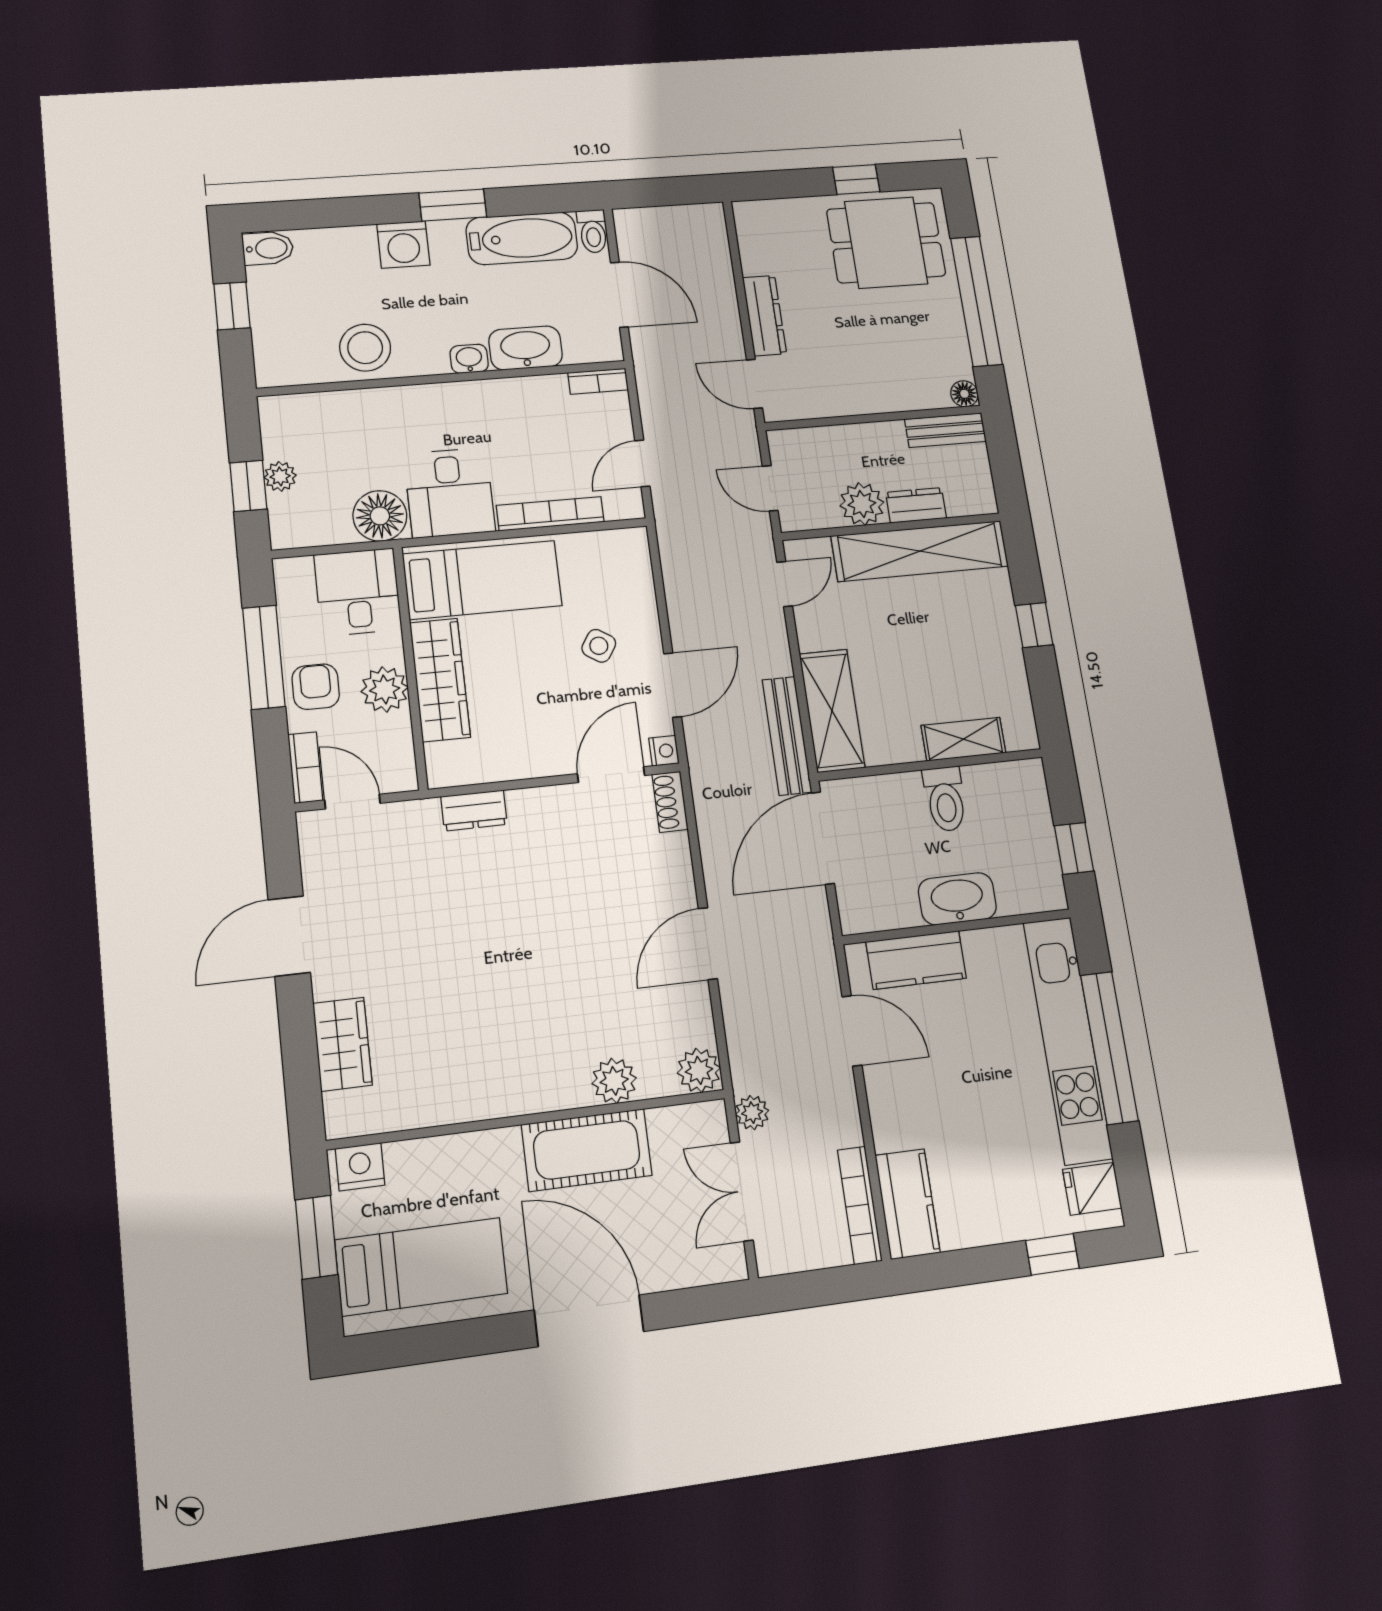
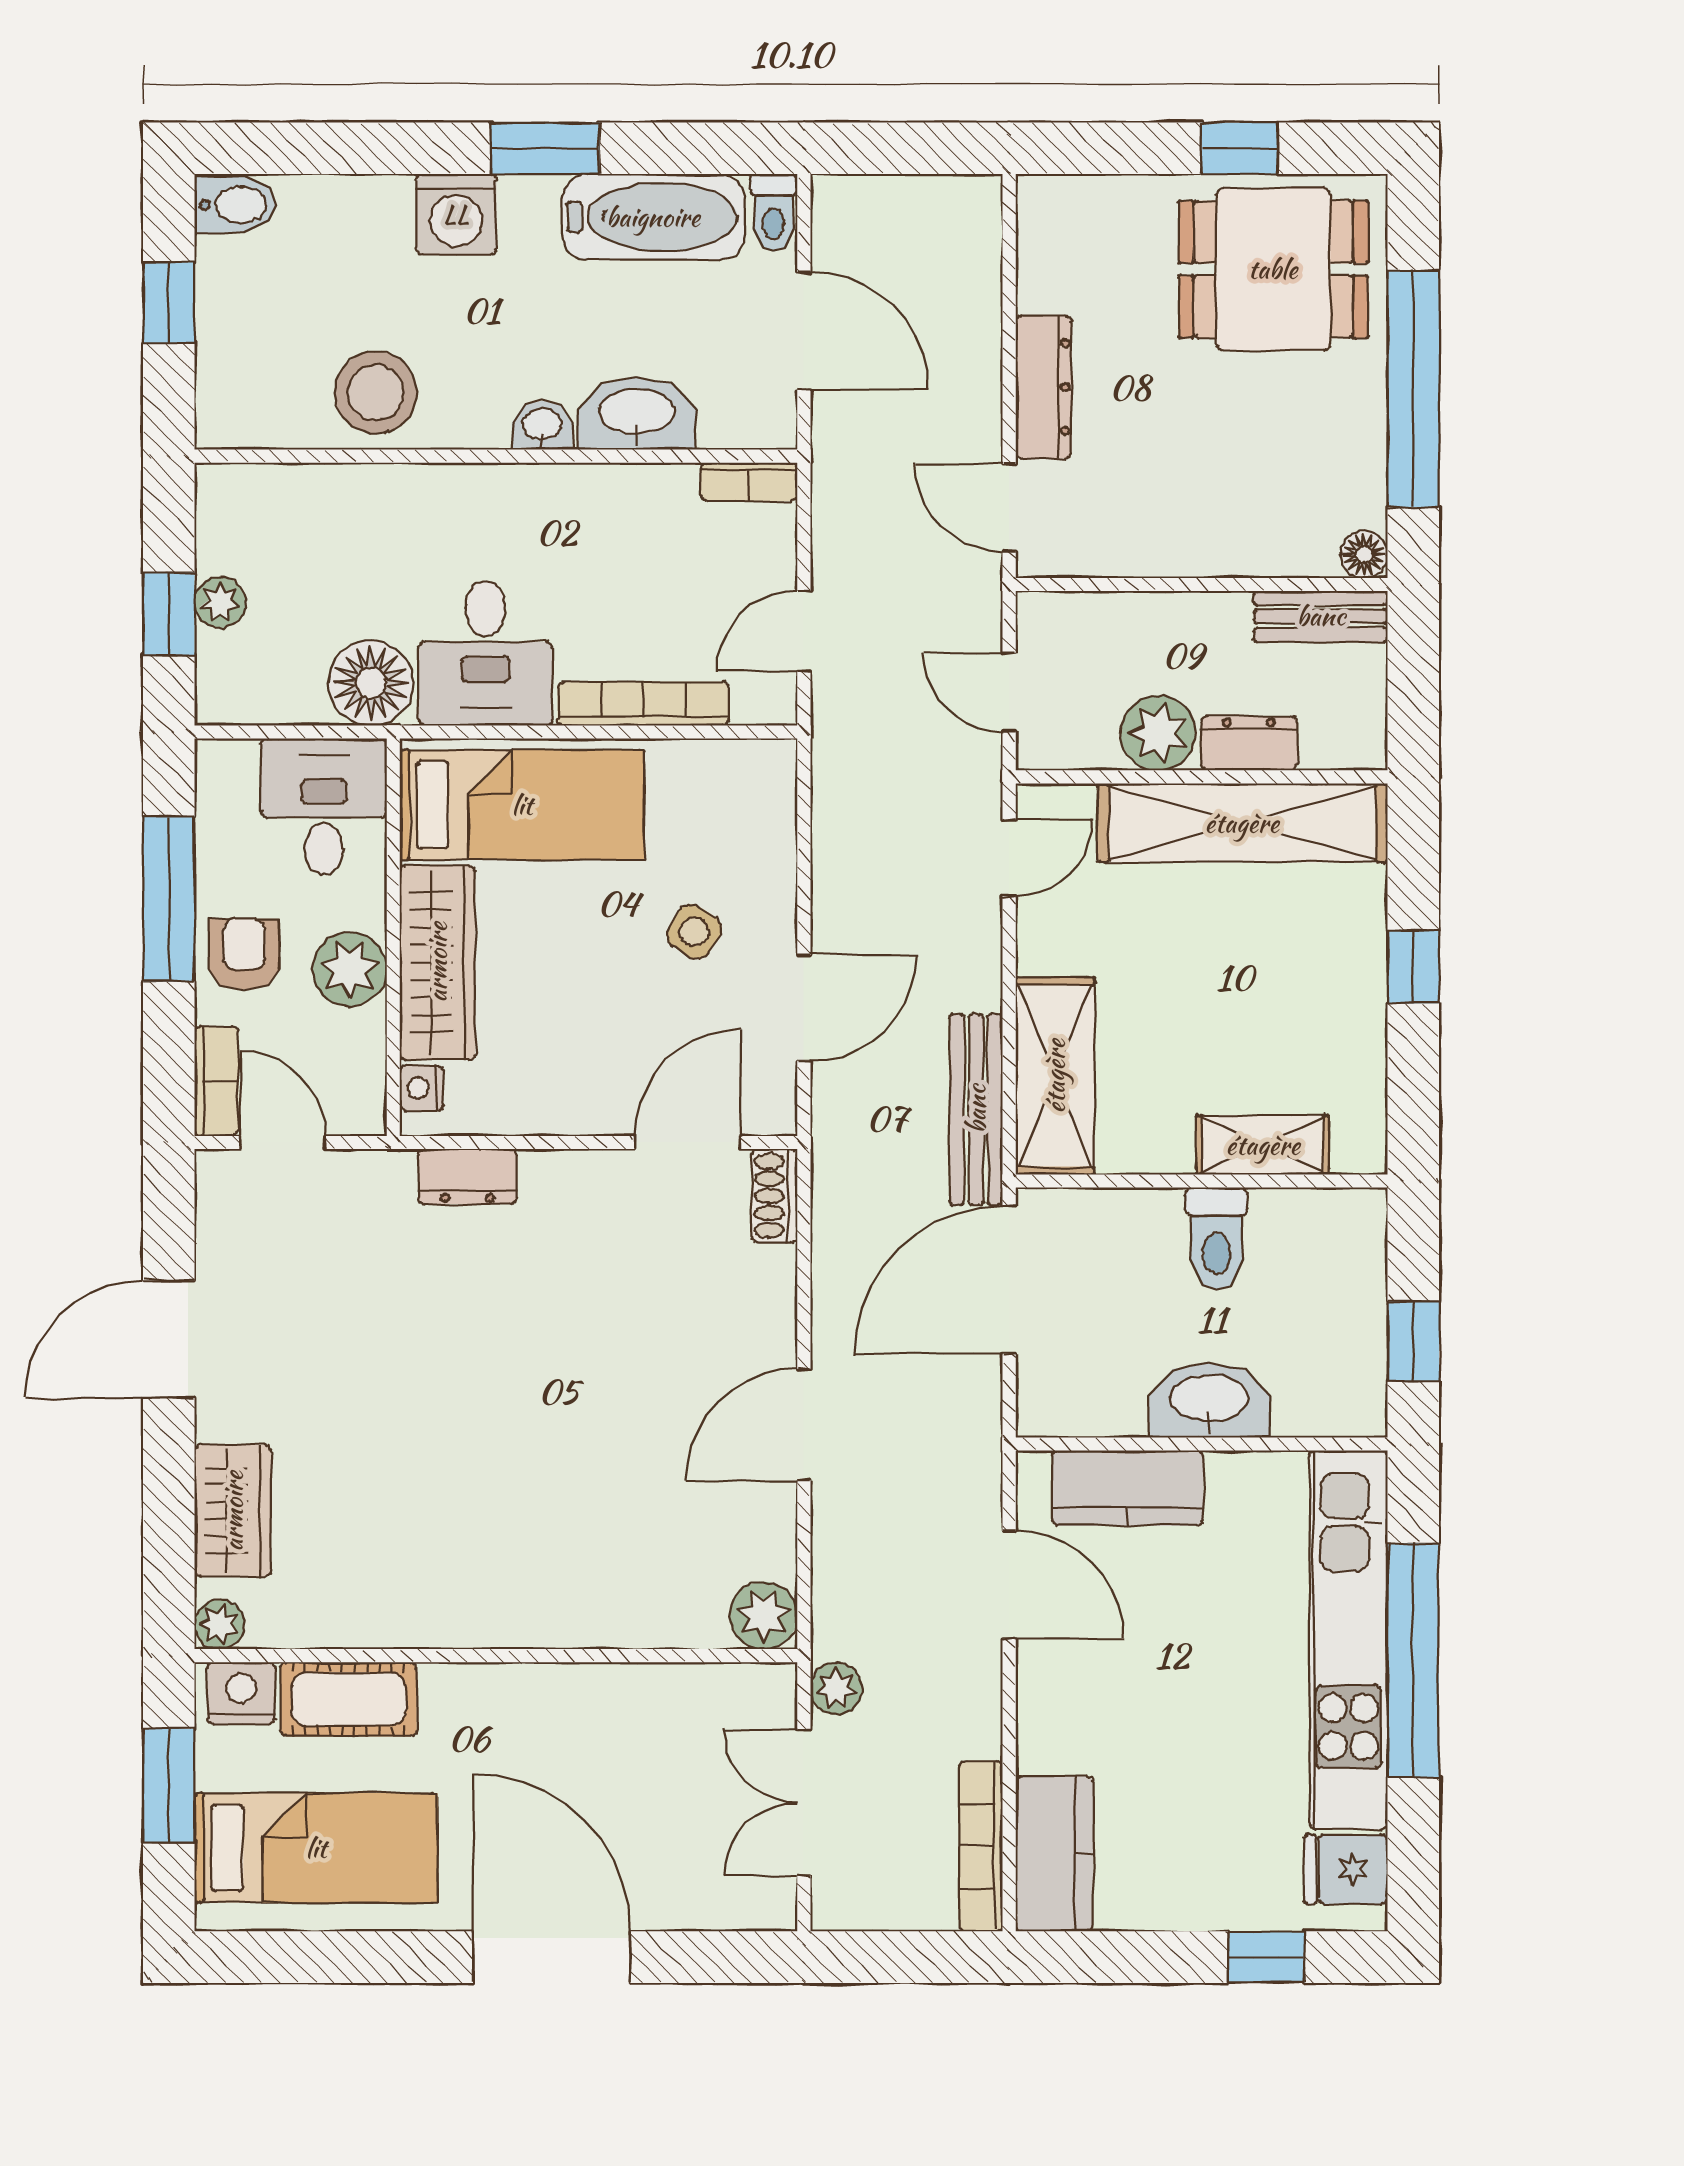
nightstand: (664, 751) -> (421, 1088), moved, turned 180
plant: (614, 1081) -> (219, 1624), moved, width x0.73, depth x0.73
cot: (587, 1150) -> (348, 1699), moved, width x0.73, depth x0.75

